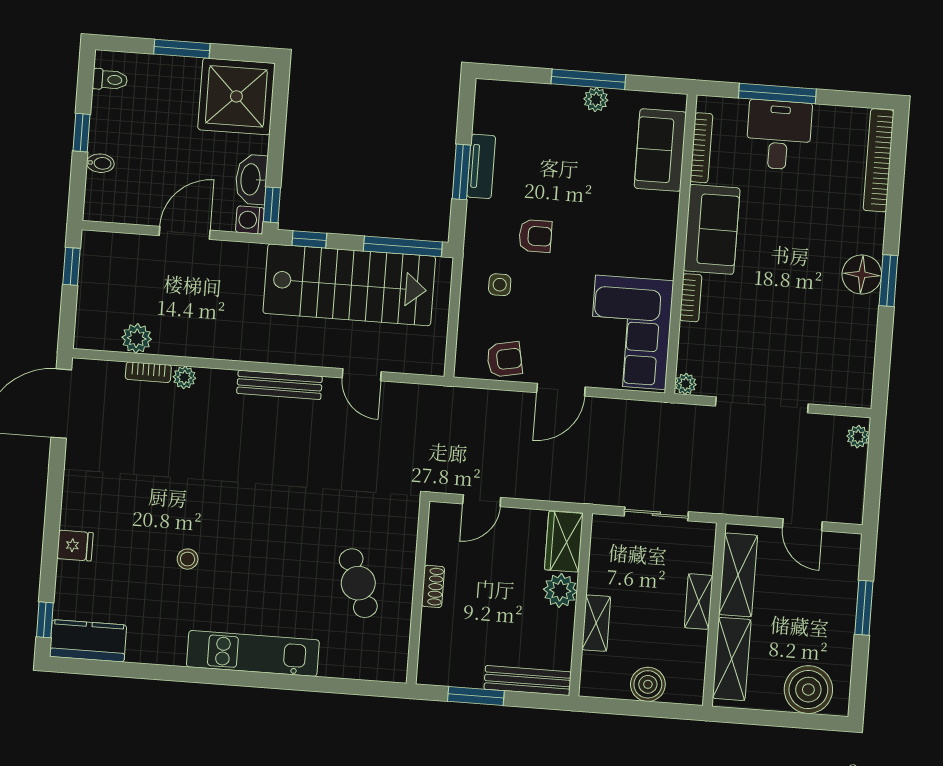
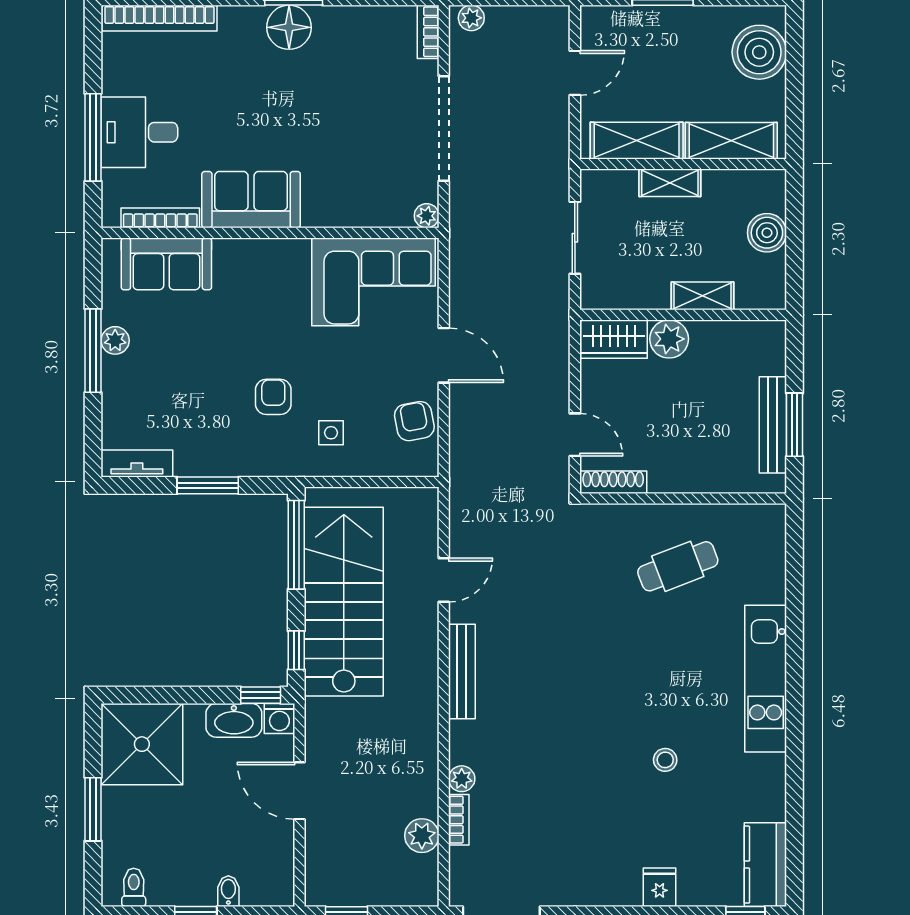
tv unit: (481, 166) -> (137, 464), moved
bookcase: (691, 298) -> (428, 32), moved, turned -90
shoe rack: (433, 586) -> (613, 482), moved, width x1.43
bench: (528, 681) -> (773, 425), moved

